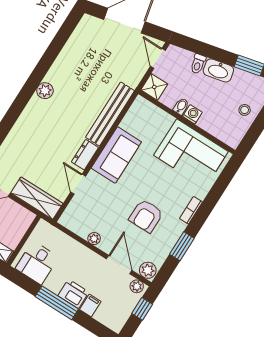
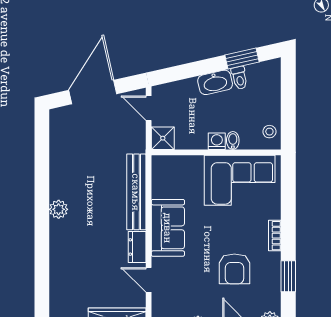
toilet: (198, 64) -> (239, 78), moved
bidet: (181, 106) -> (233, 141), moved
stool: (245, 110) -> (269, 132), moved

